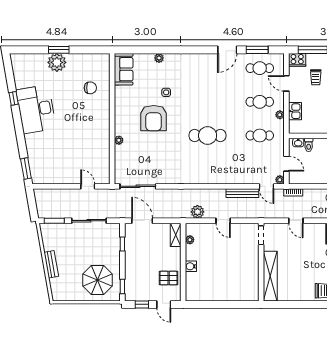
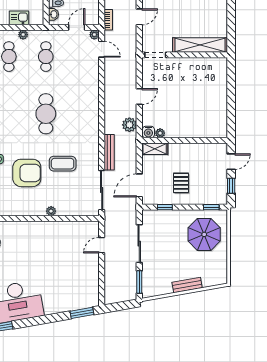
coffee table: (162, 151) -> (63, 164), added
door: (266, 186) -> (102, 49), hinge flipped
bench: (242, 193) -> (109, 152), moved
water cooler: (191, 266) -> (148, 132), moved
pallet: (169, 278) -> (181, 183), moved

